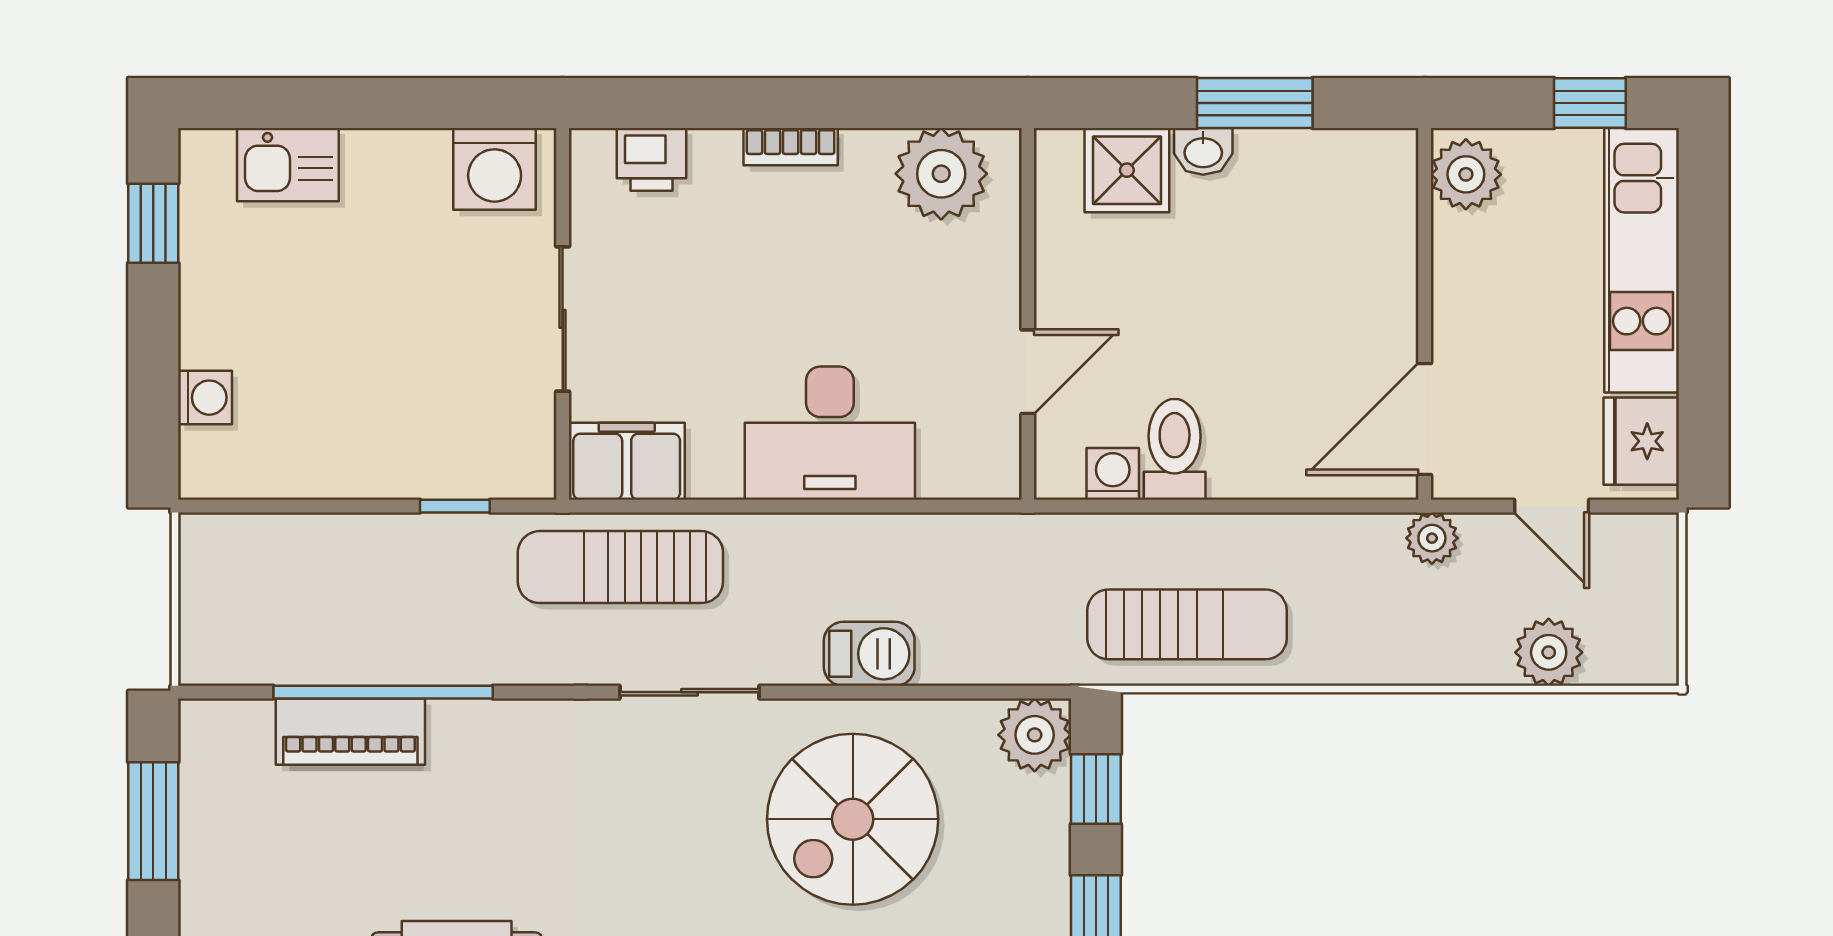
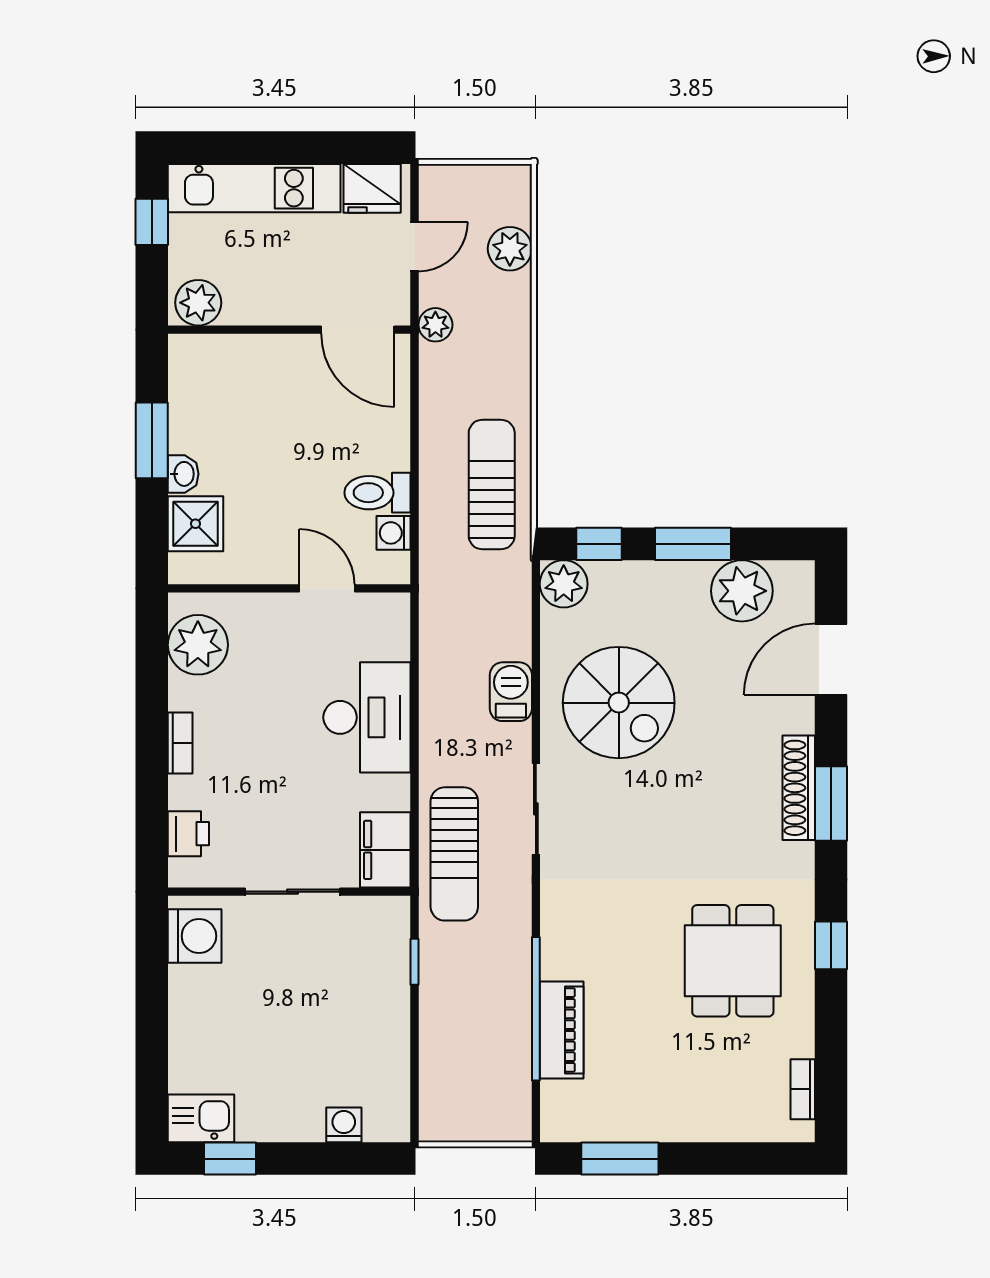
kitchen sink: (288, 165) -> (201, 1118), moved, turned -90

